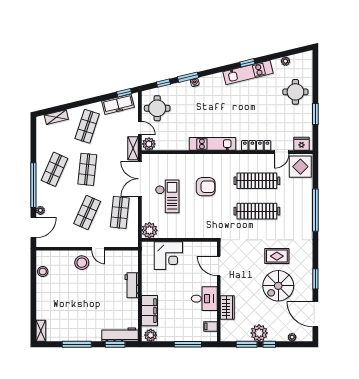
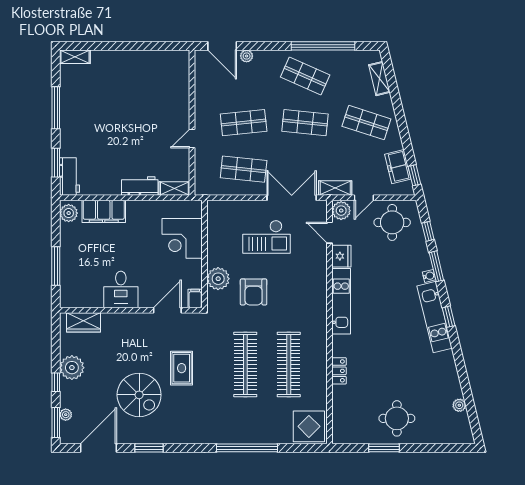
window: (247, 63) -> (449, 317), moved
kitchen unit: (248, 73) -> (435, 317), moved
round table: (295, 92) -> (397, 418), moved
freezer: (118, 104) -> (398, 167), width x0.71
fridge: (302, 144) -> (341, 256), moved
locker: (256, 145) -> (339, 371), width x0.66
door: (282, 152) -> (330, 233), moved
window: (33, 185) -> (323, 46), moved
armchair: (206, 187) -> (254, 292), moved
shop shelf: (87, 212) -> (244, 123), turned -30
plant: (149, 230) -> (218, 279), moved
rug: (277, 256) -> (182, 368), moved
shelving: (133, 261) -> (174, 189), added
stool: (82, 263) -> (172, 115), removed
stool: (43, 271) -> (159, 59), removed
spiral stairs: (278, 286) -> (139, 395), turned 180
wardrobe: (227, 308) -> (84, 322), moved
filing cabinet: (210, 326) -> (195, 298), moved
workbench: (120, 335) -> (69, 177), width x0.73
window: (247, 344) -> (56, 422), moved

